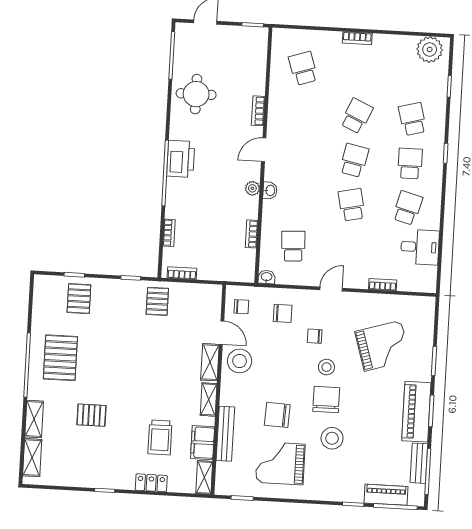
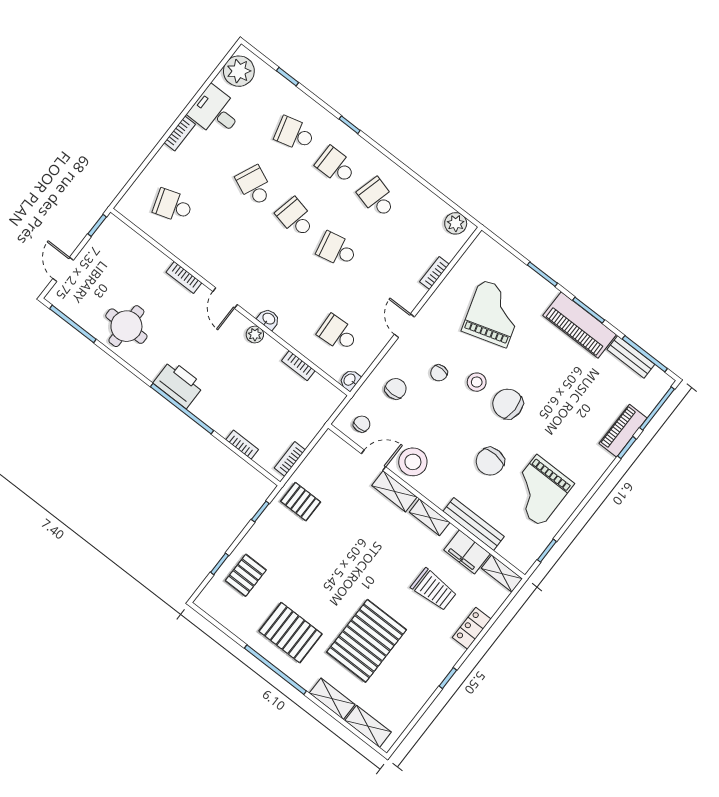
desk: (420, 247) -> (215, 112), moved, turned -90
plant: (428, 275) -> (456, 223), added
pallet: (79, 299) -> (246, 575), turned 90
pallet: (91, 415) -> (367, 641), width x2.05, depth x2.00
stool: (332, 438) -> (549, 424), removed
piano: (386, 495) -> (623, 431), moved

